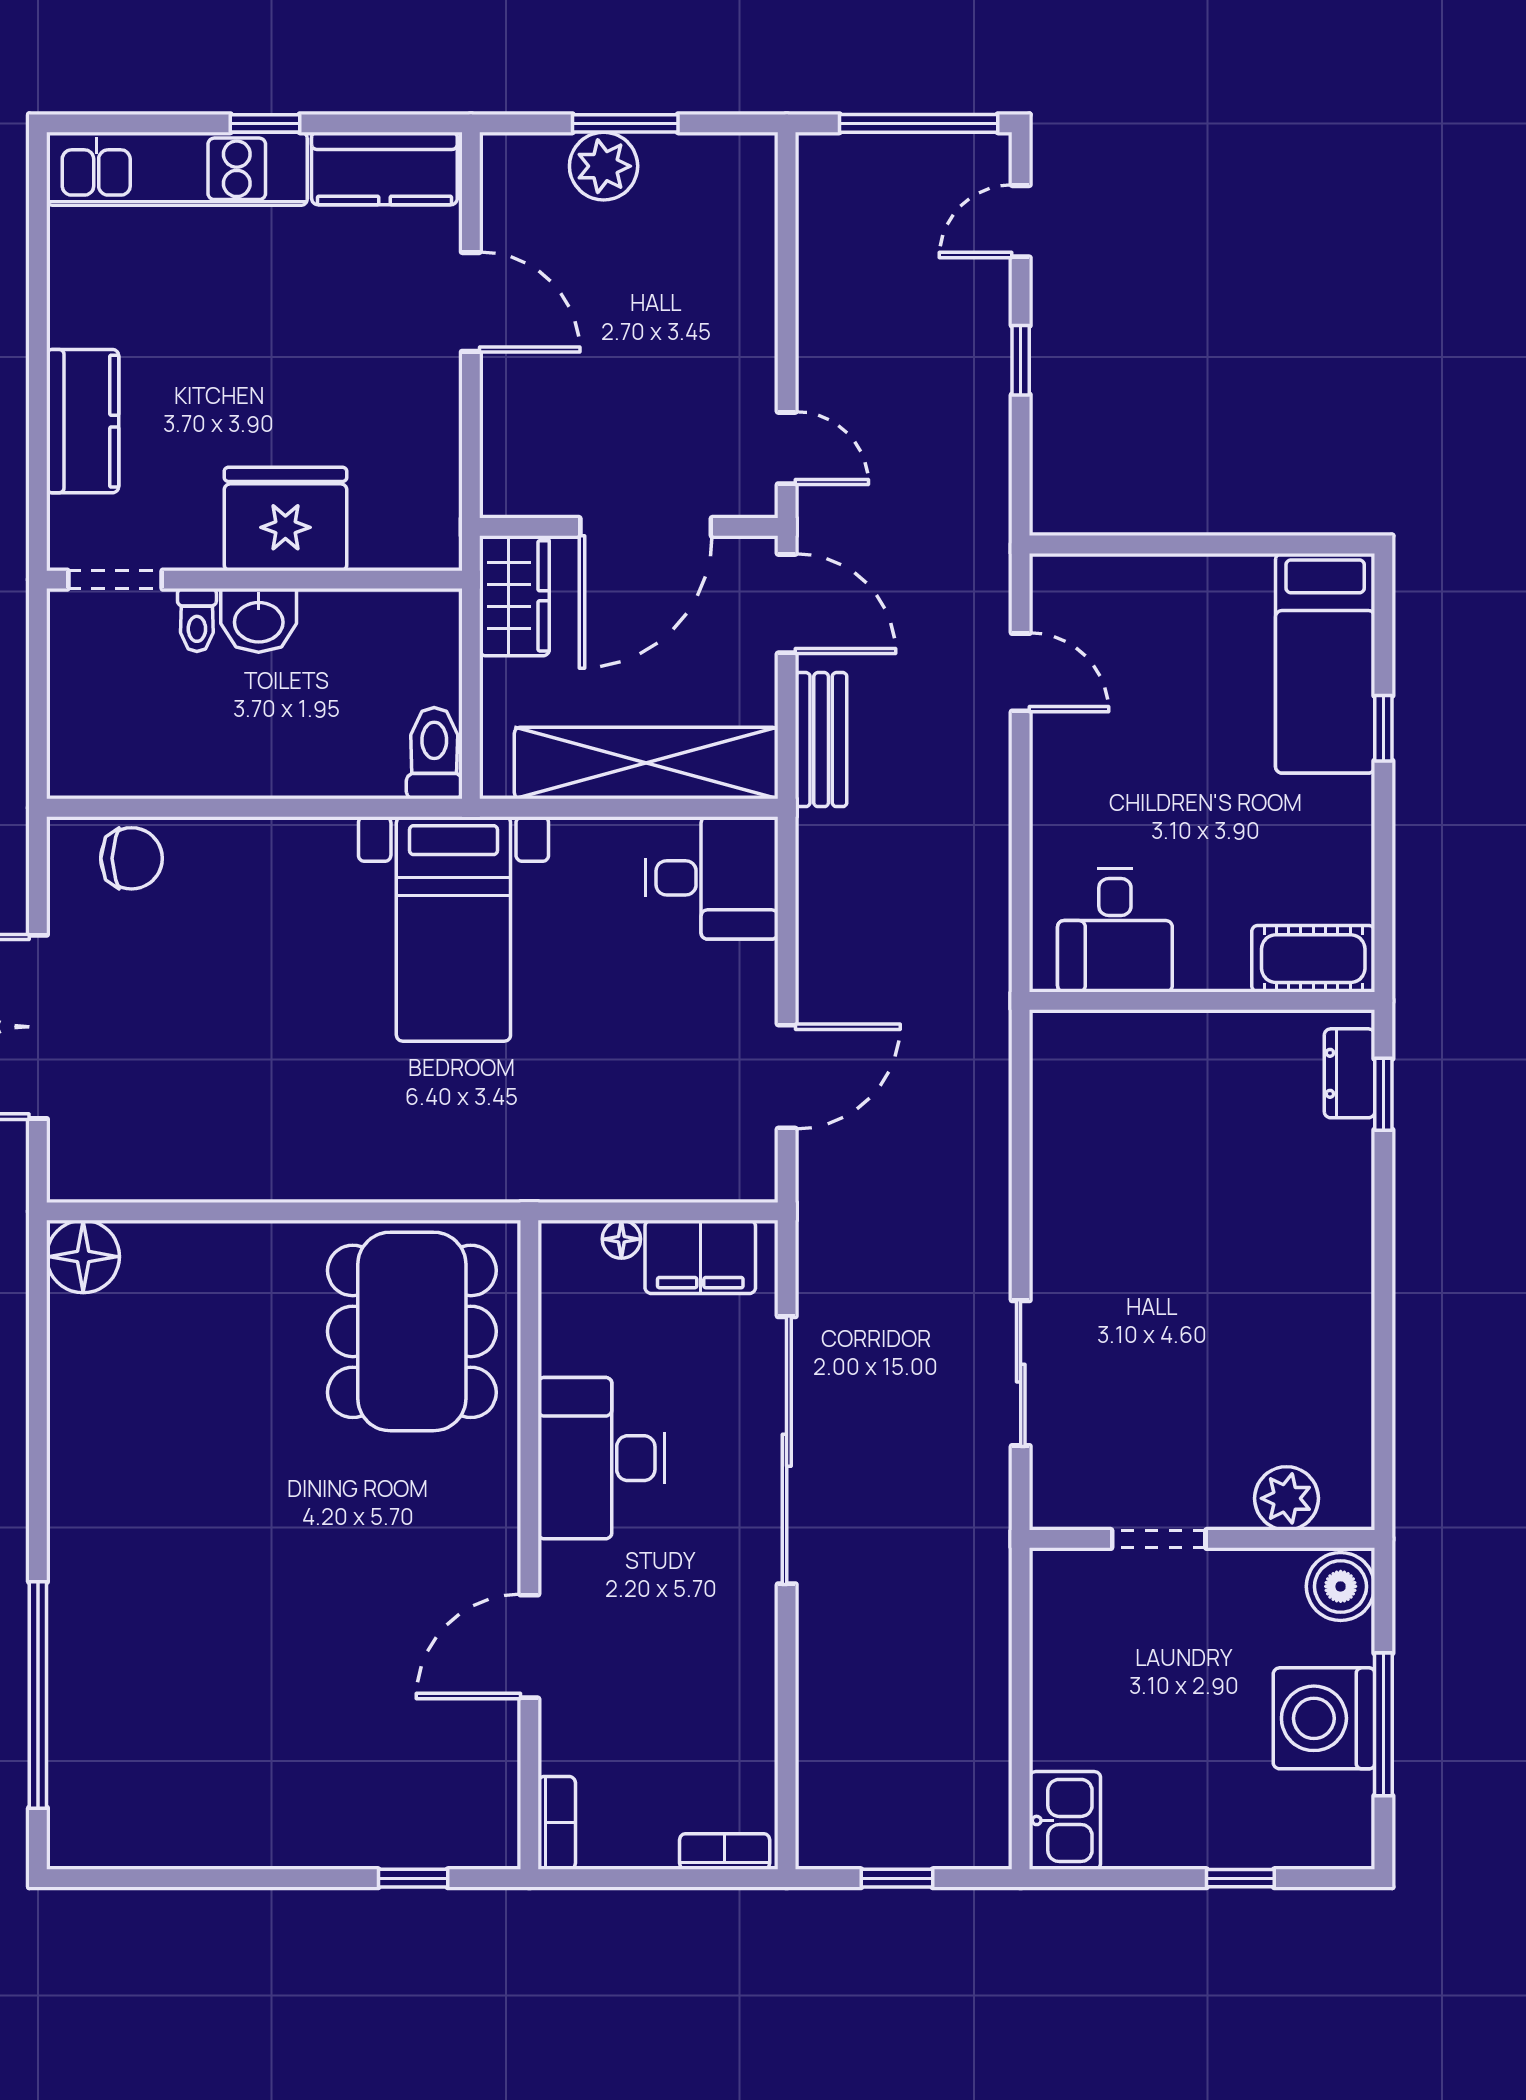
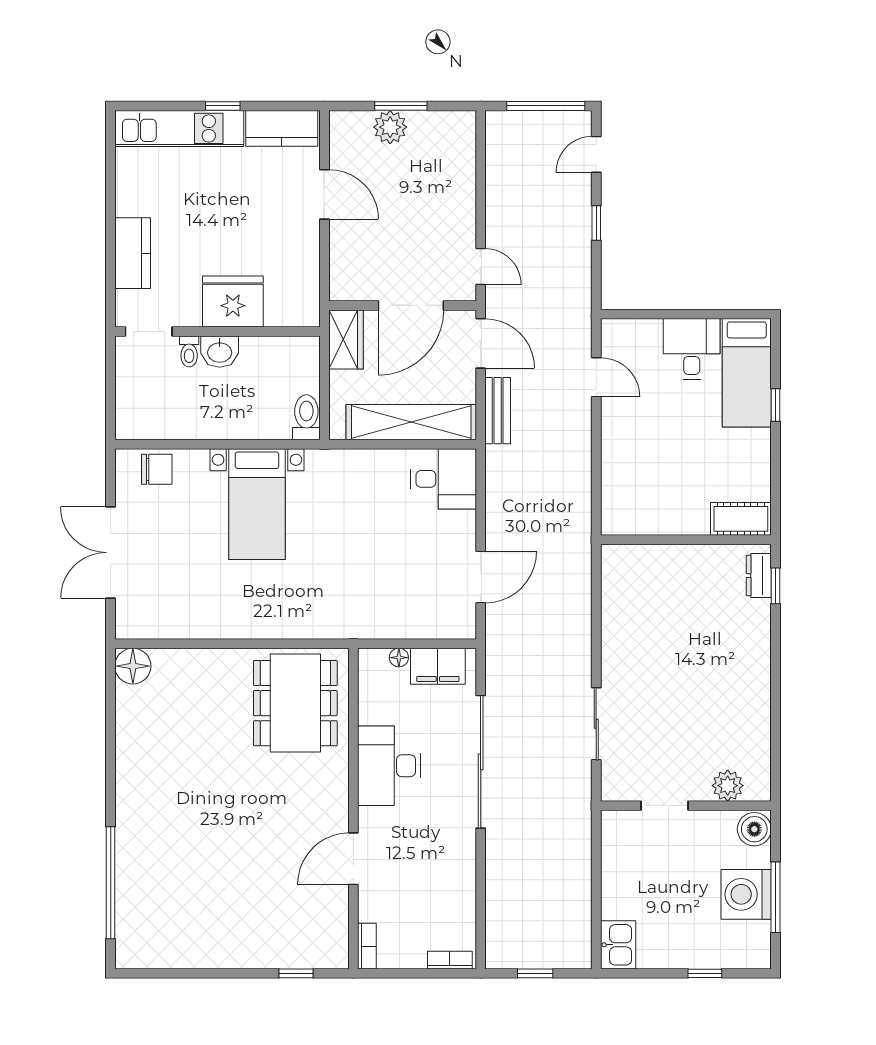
bed with nightstands: (453, 929) -> (257, 504), moved
desk: (1115, 930) -> (692, 349), moved, turned 180

